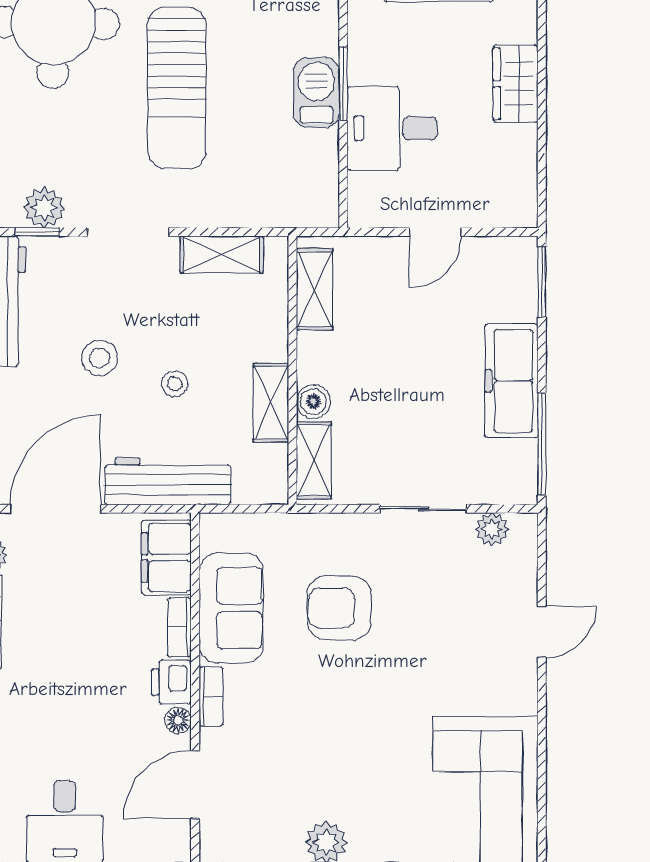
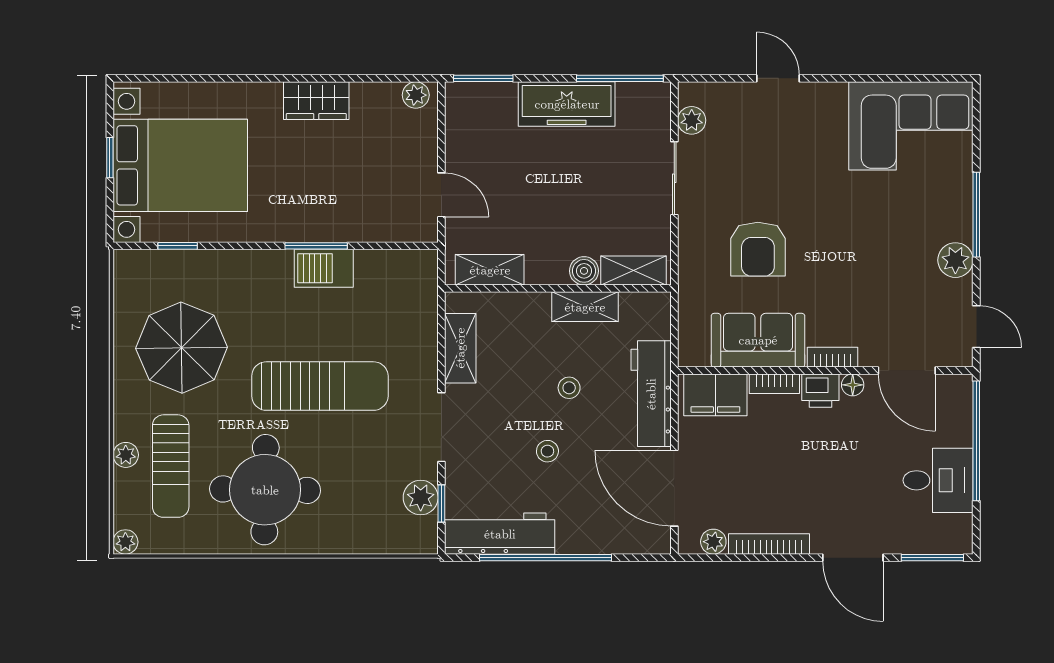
desk: (392, 128) -> (354, 205), removed
plant: (522, 202) -> (416, 95), added
door: (435, 232) -> (441, 195), moved
stool: (99, 358) -> (547, 451), width x0.73, depth x0.73

